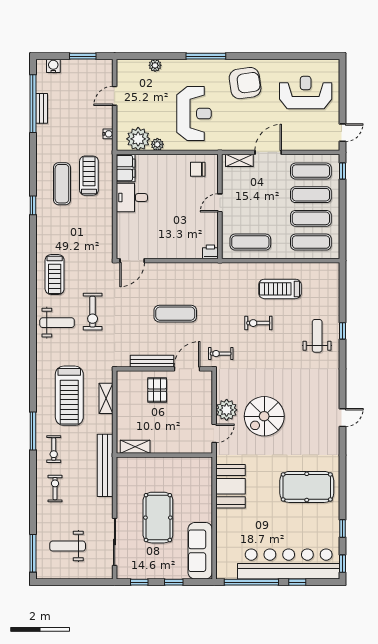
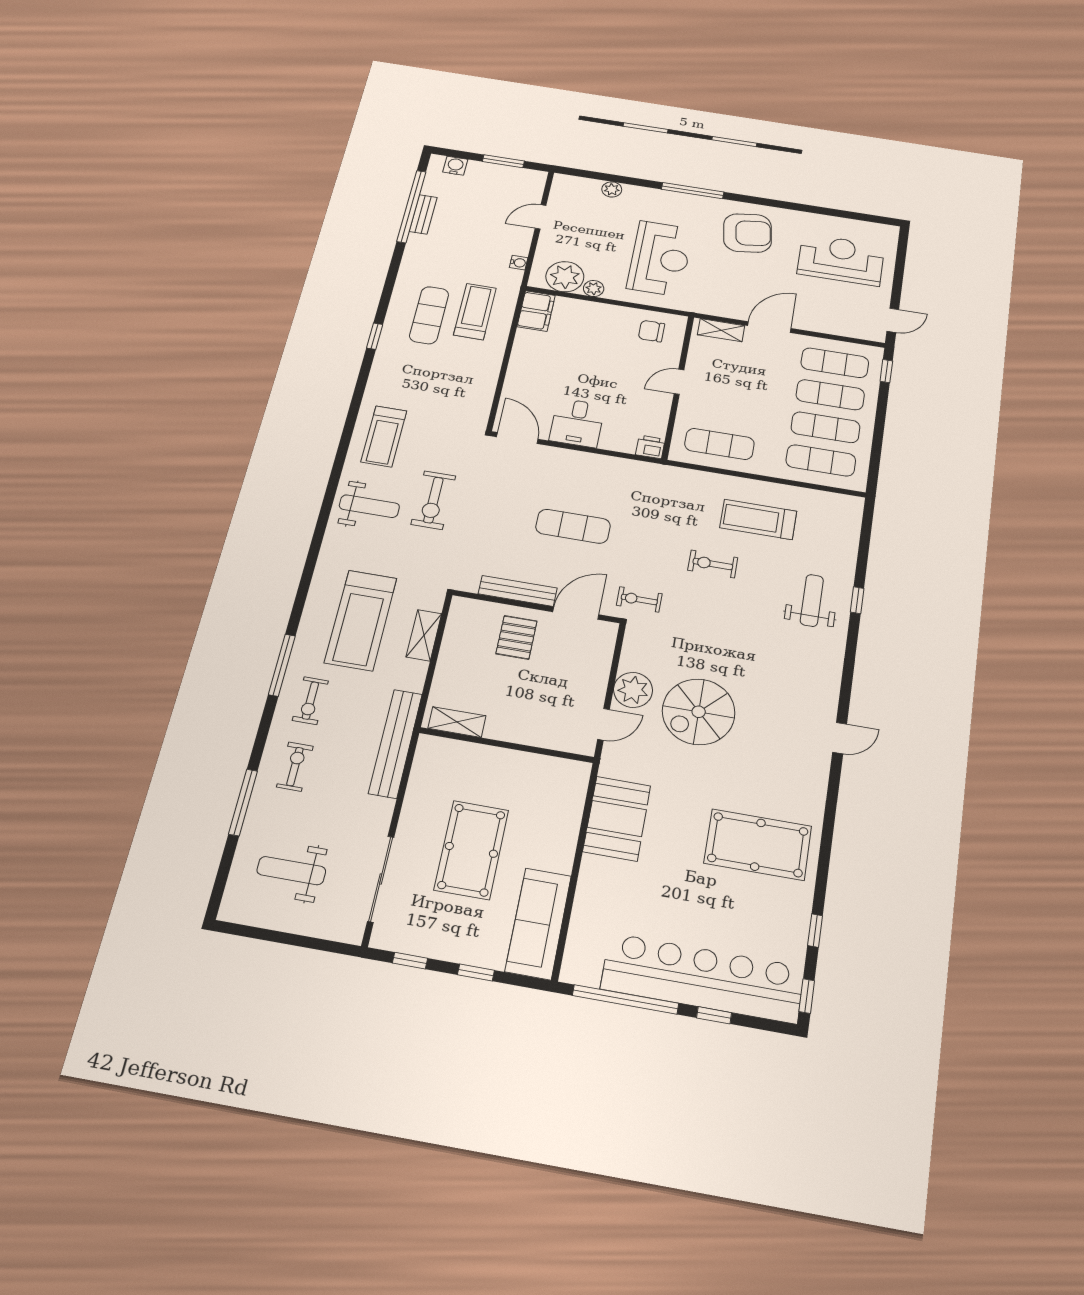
desk: (132, 198) -> (577, 423), moved, turned -90
door: (132, 261) -> (517, 438), swing flipped
window: (33, 553) -> (243, 802), moved

